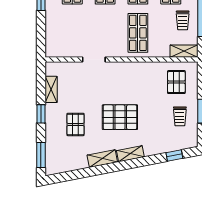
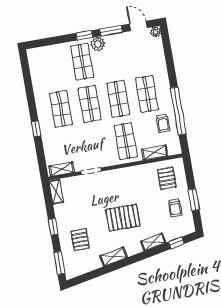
shelving: (62, 51) -> (62, 169), added
shelving: (184, 51) -> (155, 153), moved
shelving: (51, 89) -> (56, 192), moved
pallet: (75, 124) -> (80, 240), moved
shelving: (130, 154) -> (153, 242), moved

